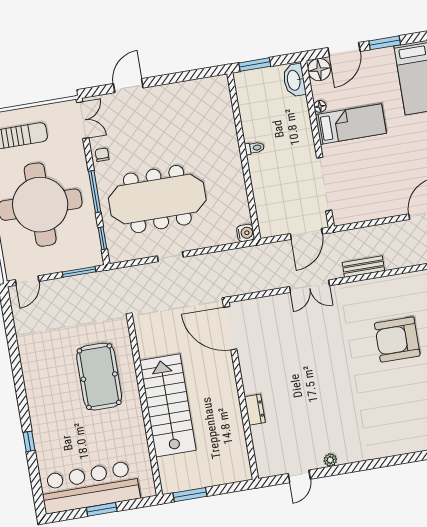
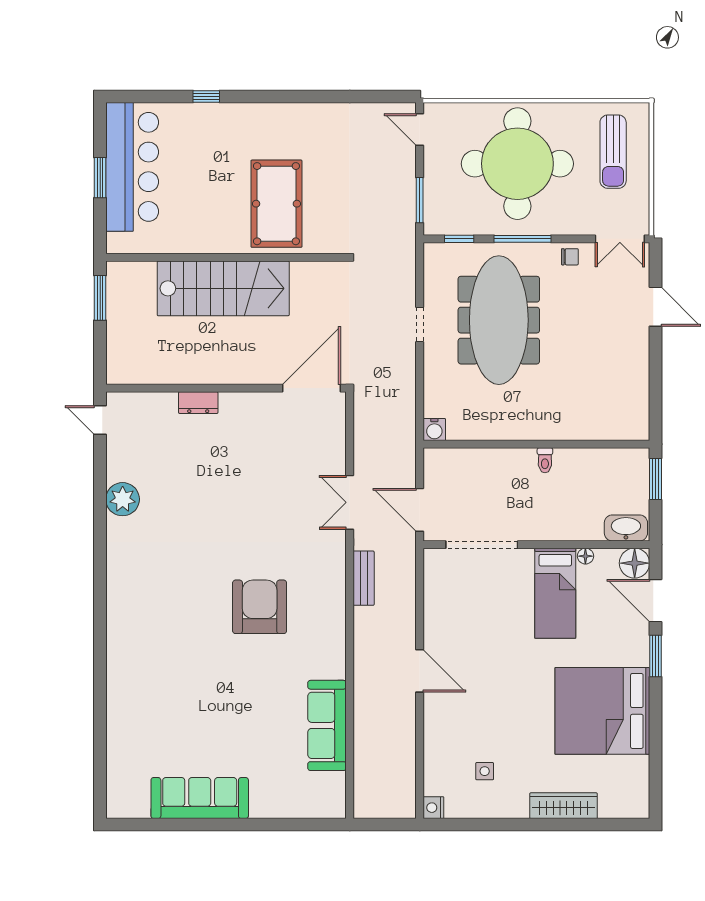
pool table: (99, 377) -> (276, 204), turned 90
plant: (330, 460) -> (123, 499), width x1.87, depth x1.87
door: (299, 476) -> (100, 420), moved

